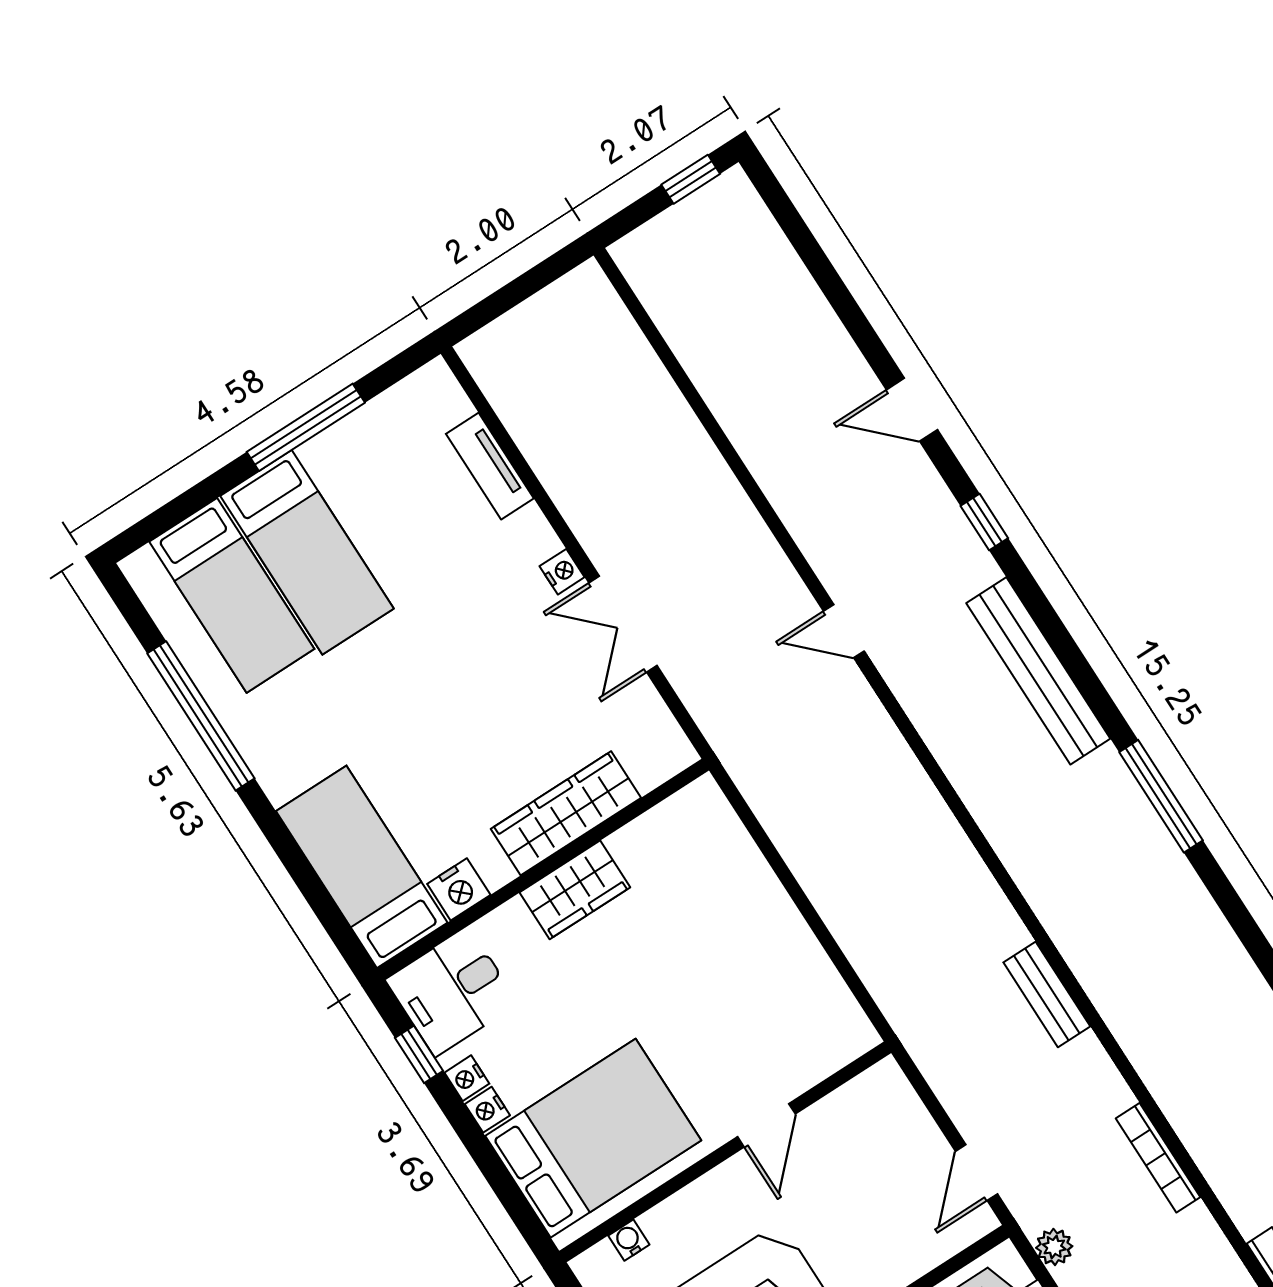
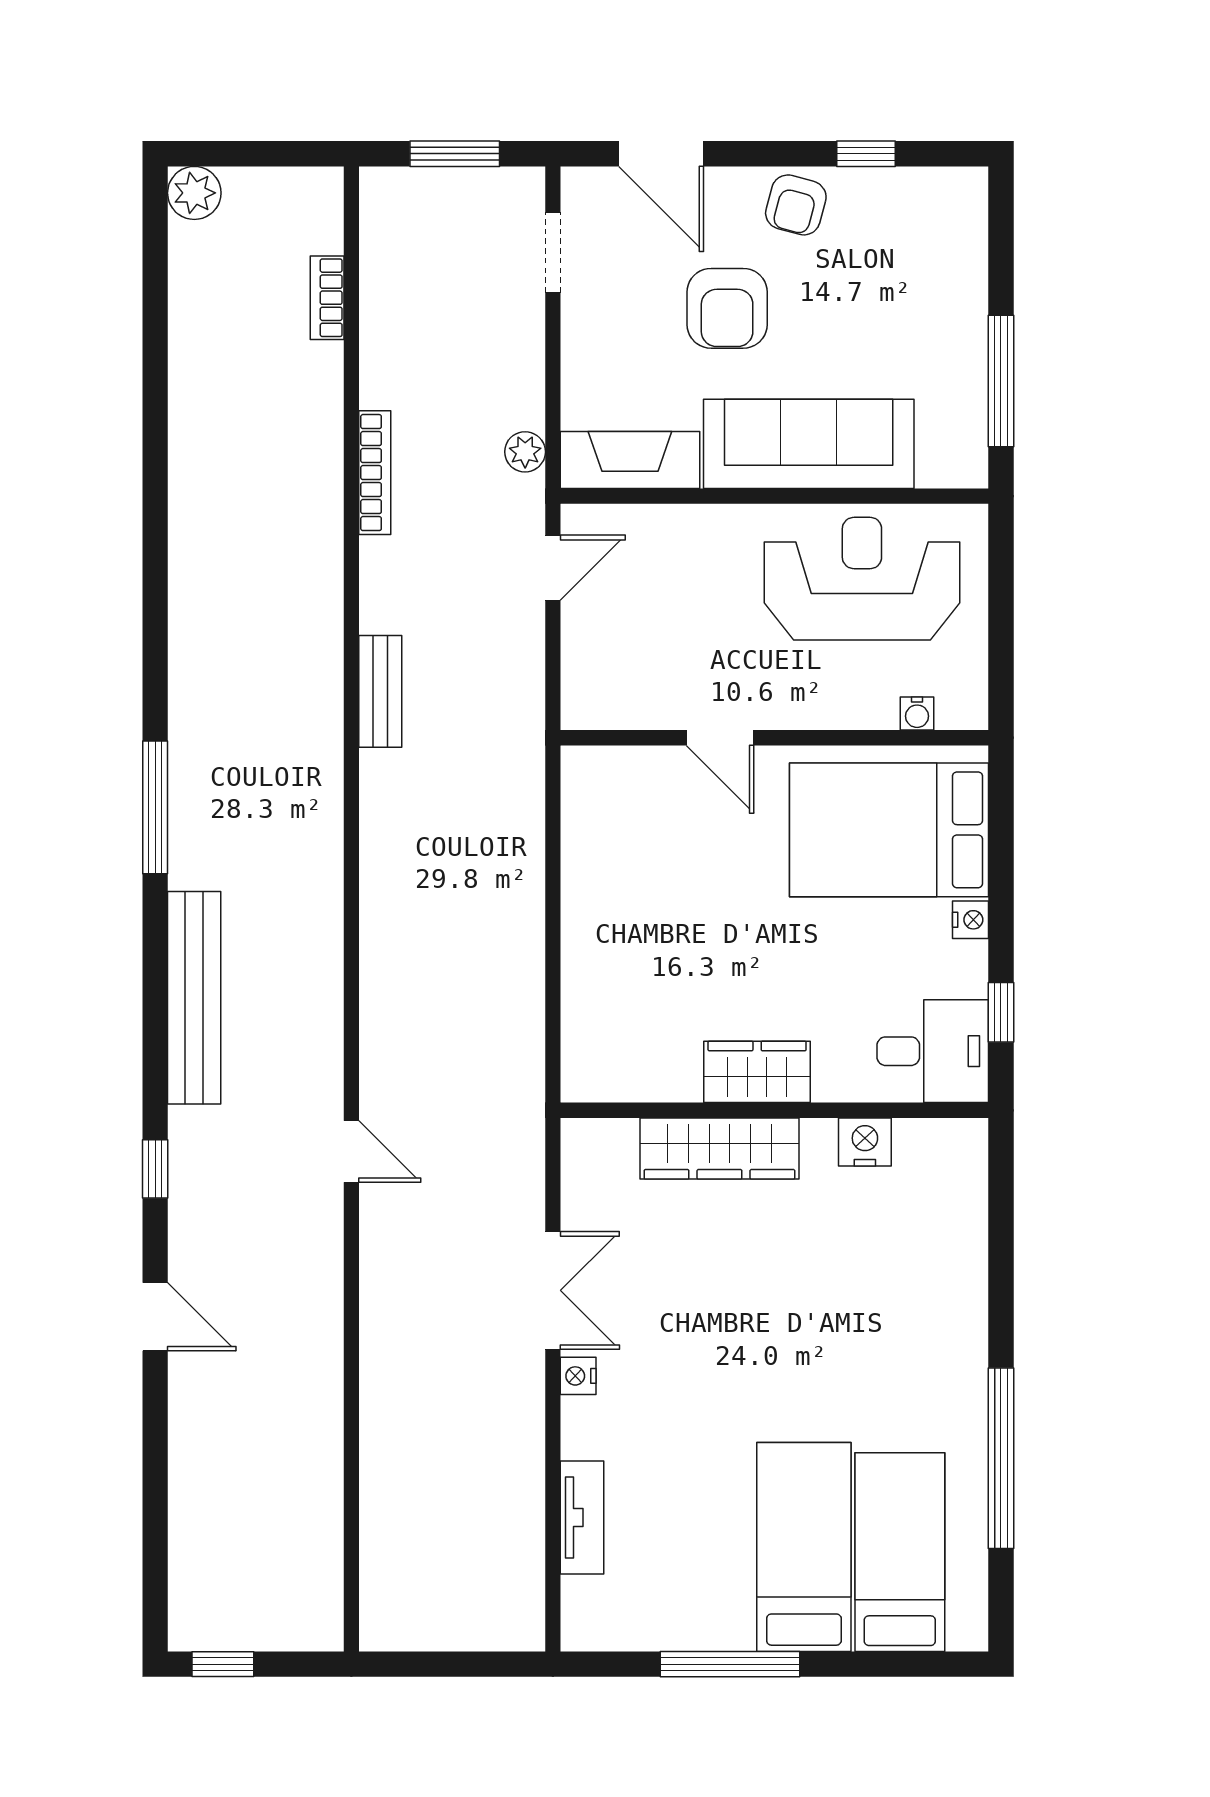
bed: (362, 867) -> (942, 1221), removed
nightstand: (467, 1078) -> (971, 961), removed
door: (766, 1125) -> (720, 738), swing flipped

